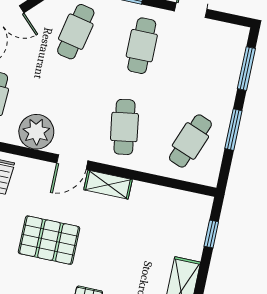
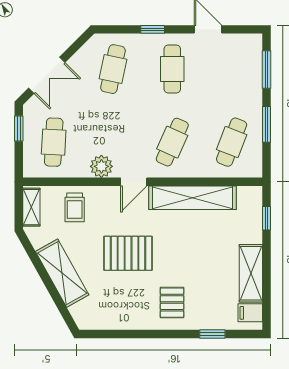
cafe table: (124, 127) -> (172, 142), turned 33
plant: (36, 132) -> (101, 166), width x0.73, depth x0.73
shelving: (108, 185) -> (193, 198), width x2.20, depth x1.33

